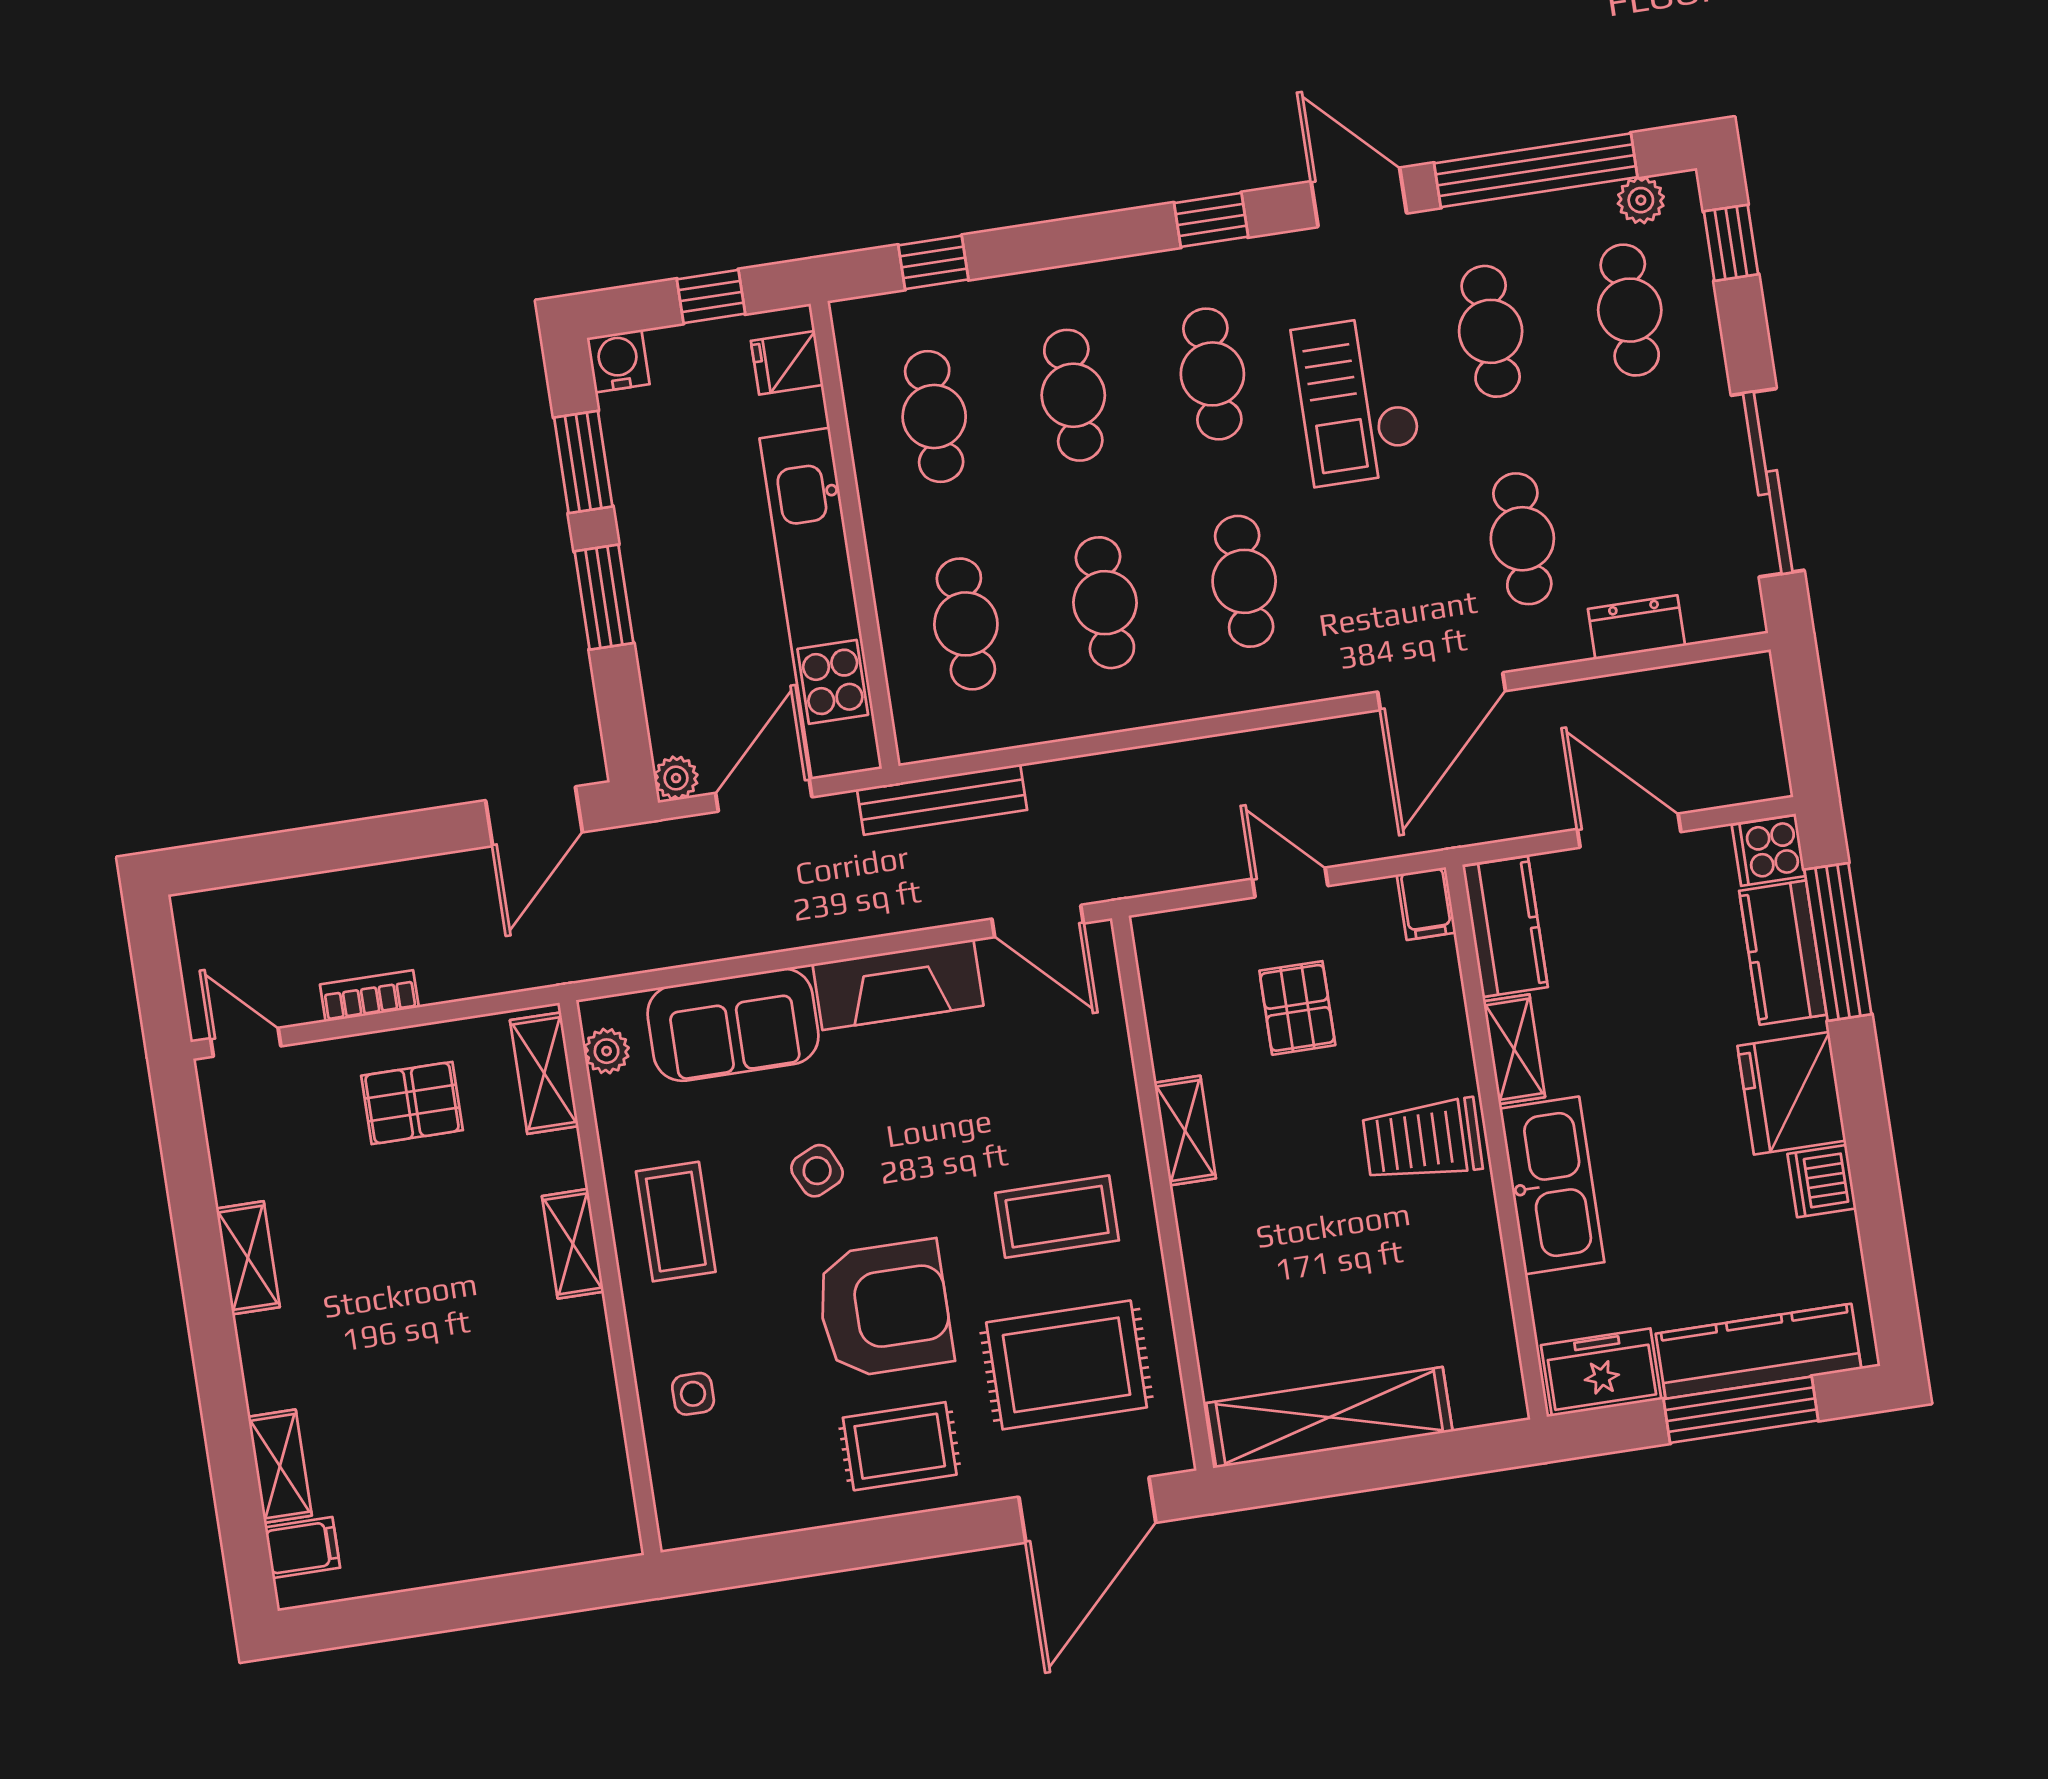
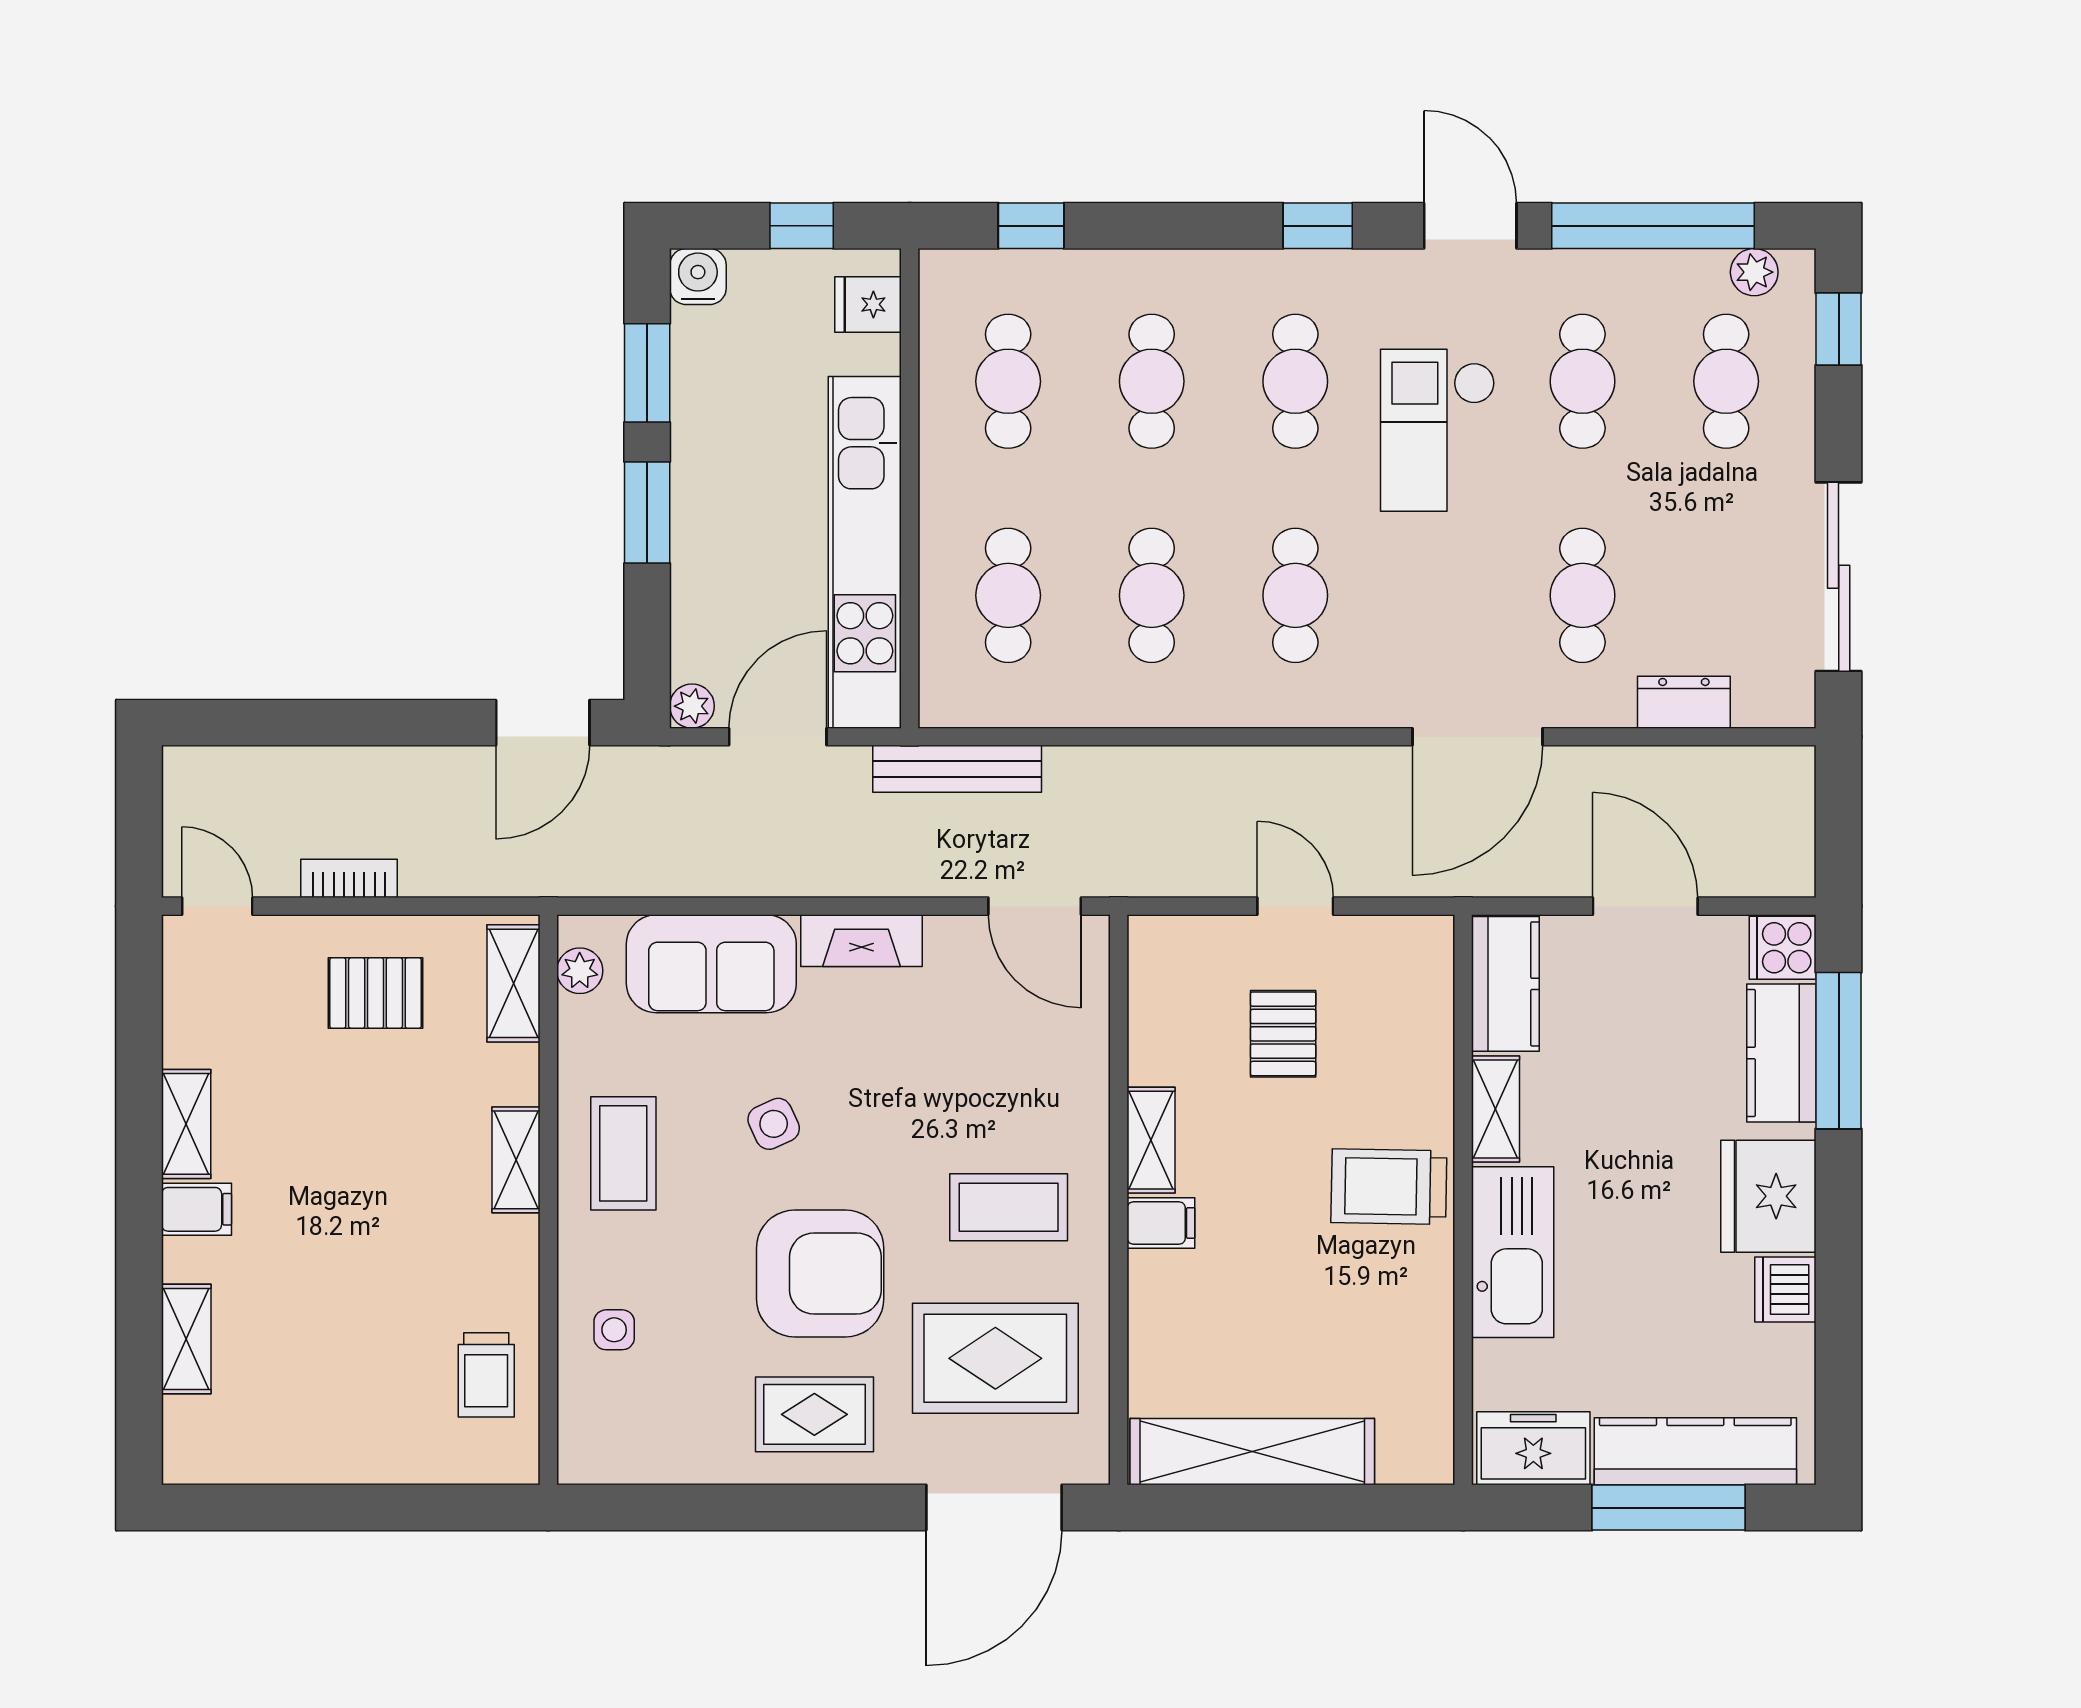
filing cabinet: (1426, 904) -> (1161, 1223), moved, turned -90
fireplace: (898, 985) -> (861, 941), width x0.73, depth x0.76
trolley: (576, 1456) -> (486, 1375), added
filing cabinet: (302, 1547) -> (196, 1209), moved

